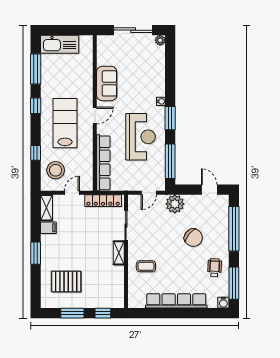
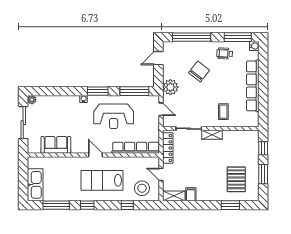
sofa: (107, 83) -> (56, 145), moved
reception desk: (140, 137) -> (114, 116), turned 180
window: (36, 253) -> (230, 205), moved

